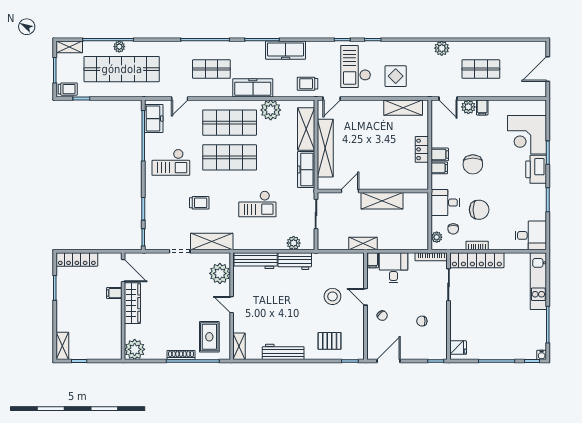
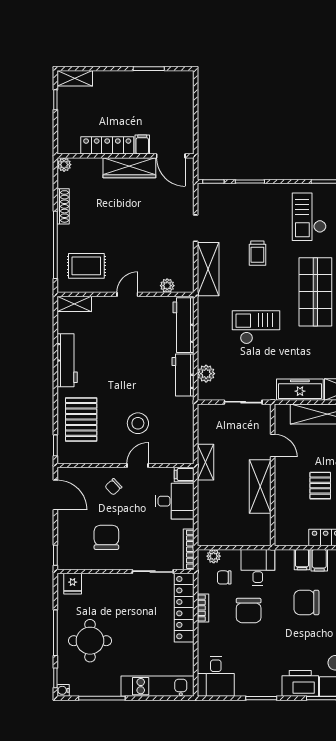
pallet: (381, 154) -> (320, 486), added
checkout: (257, 204) -> (256, 327), turned 90
locker: (77, 259) -> (107, 145), moved, turned 90
door: (123, 271) -> (171, 156), hinge flipped
plant: (220, 273) -> (167, 286), width x0.53, depth x0.53
chair: (422, 321) -> (106, 537), width x1.87, depth x1.87
round table: (503, 334) -> (90, 641), added
pallet: (330, 341) -> (81, 419), width x1.50, depth x1.42
plant: (135, 349) -> (64, 165), width x0.53, depth x0.53
shoe rack: (181, 355) -> (63, 206), moved

